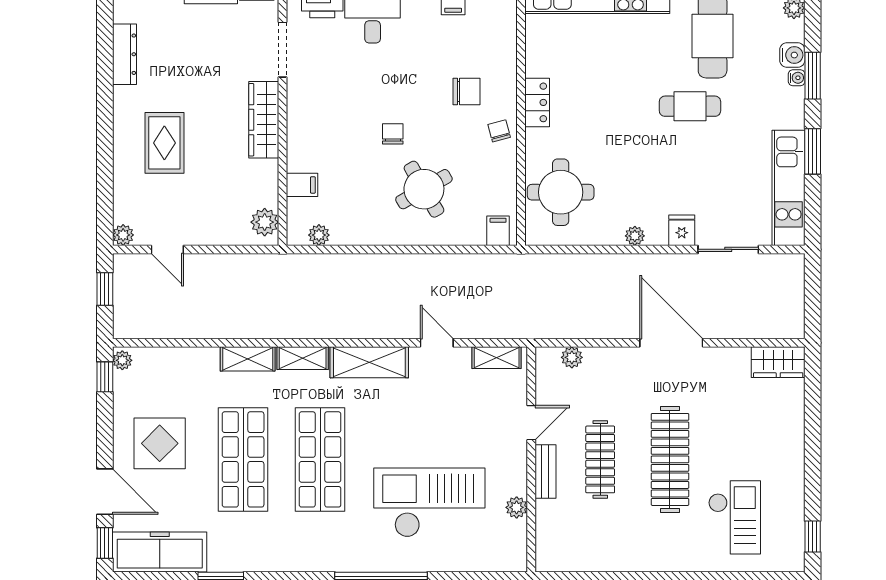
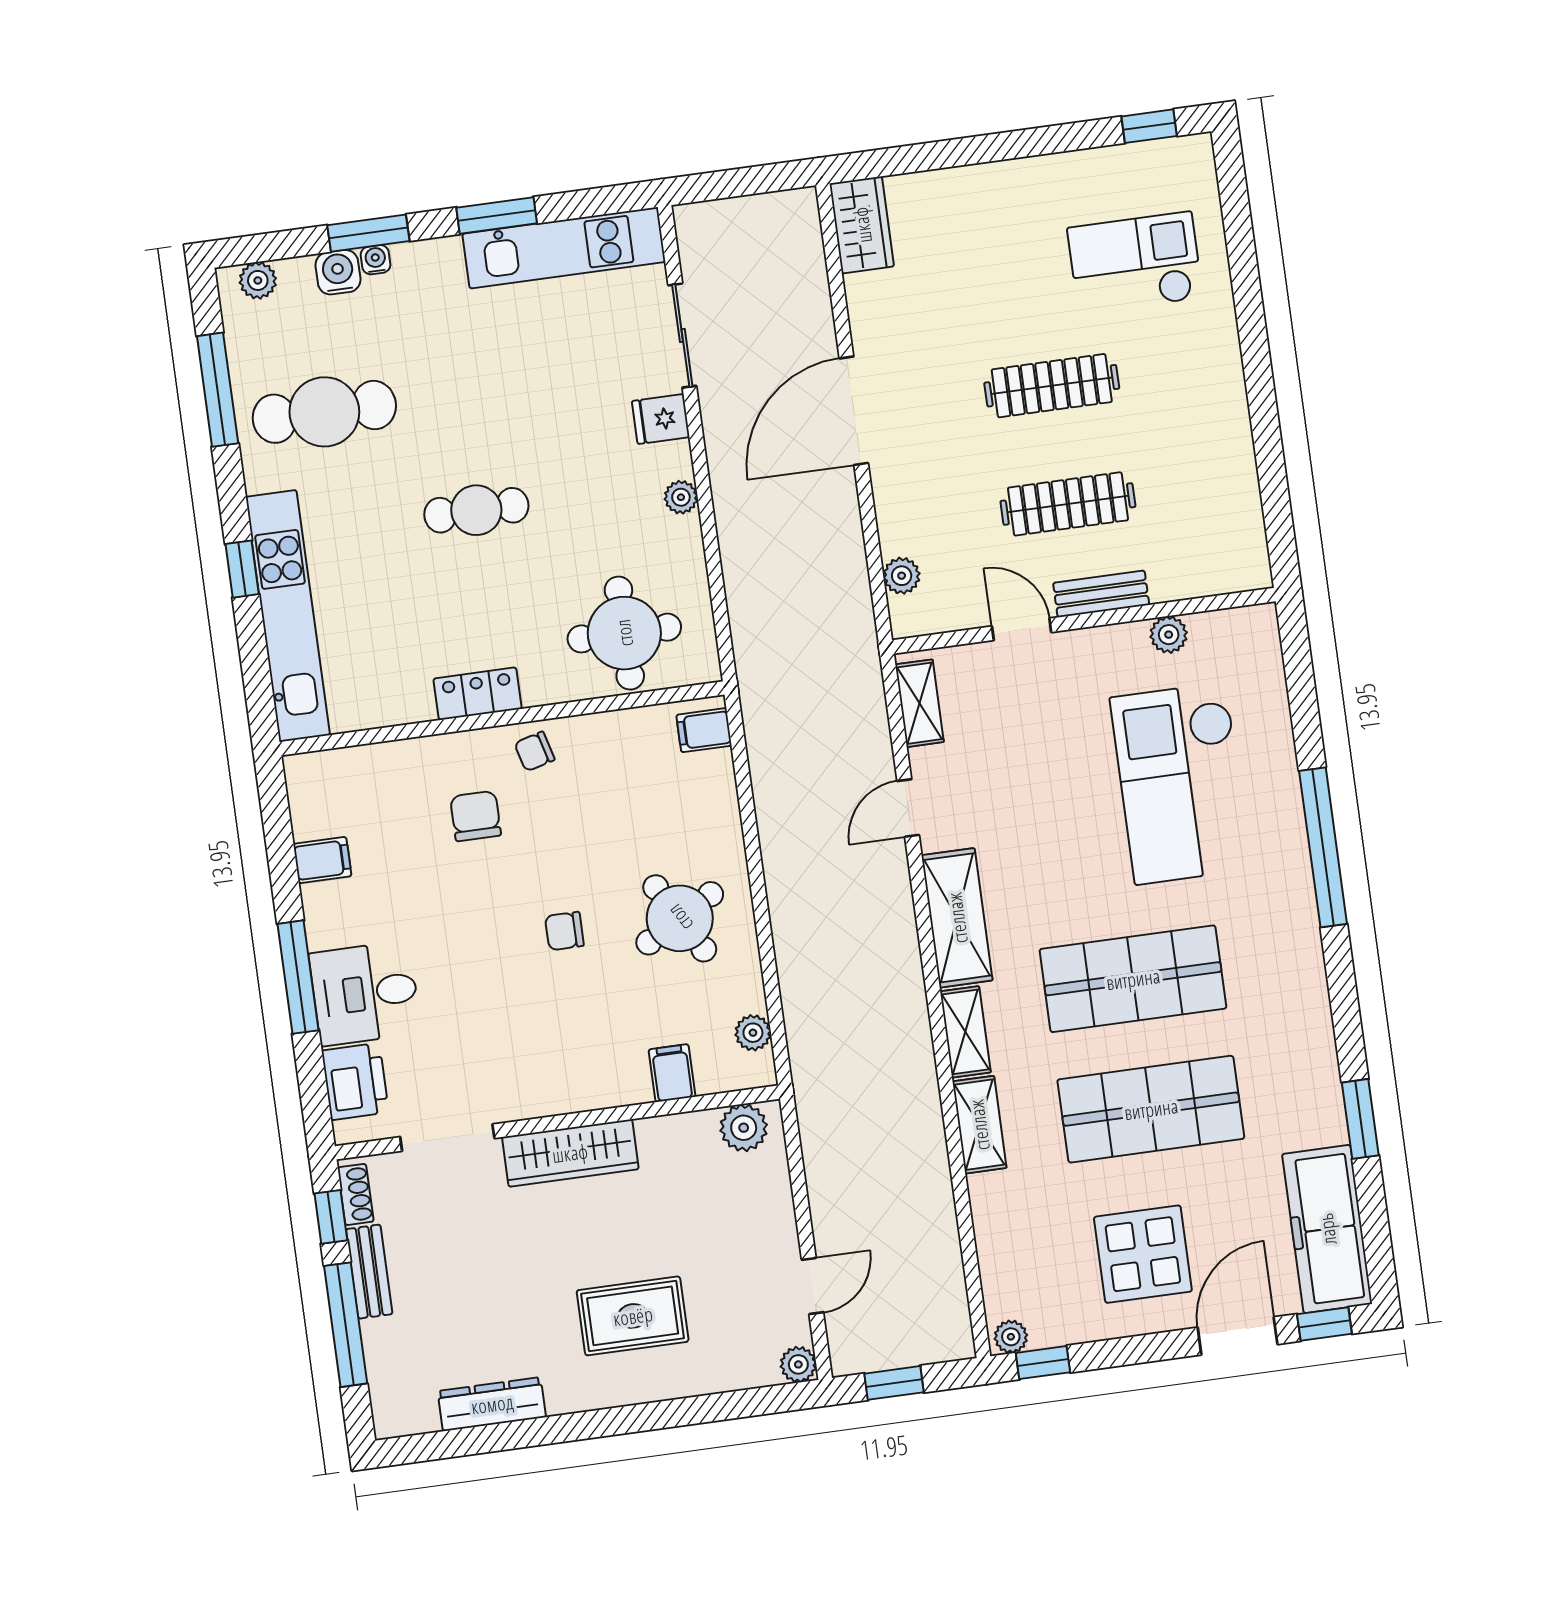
cafe table: (690, 106) -> (476, 510), moved, turned 90
round table: (424, 189) -> (680, 918), moved
clothes rail: (670, 459) -> (1052, 386), width x0.73, depth x0.76

